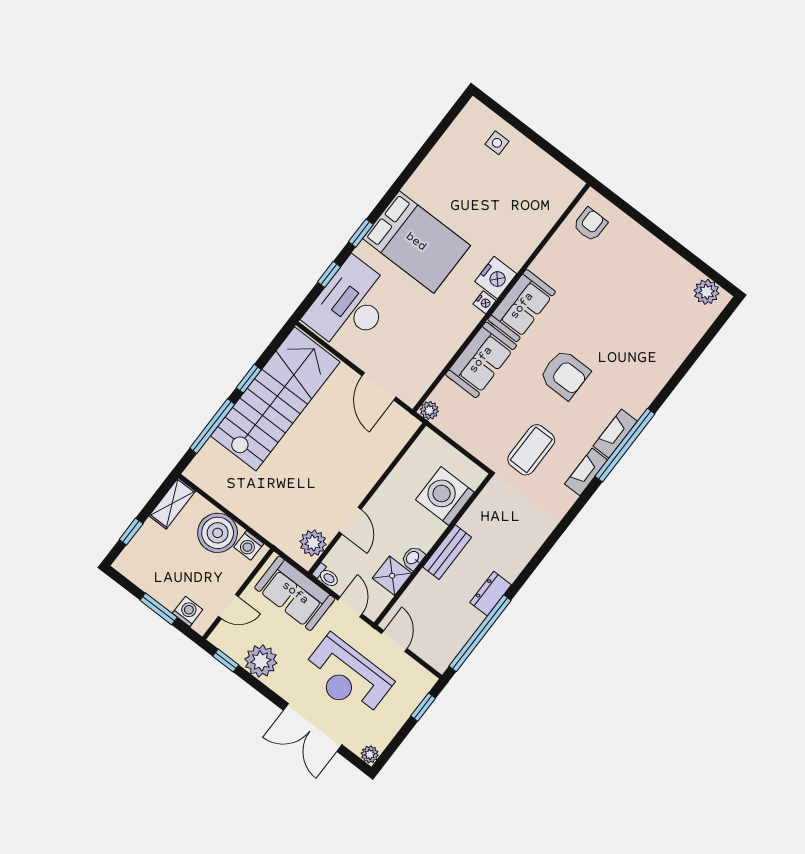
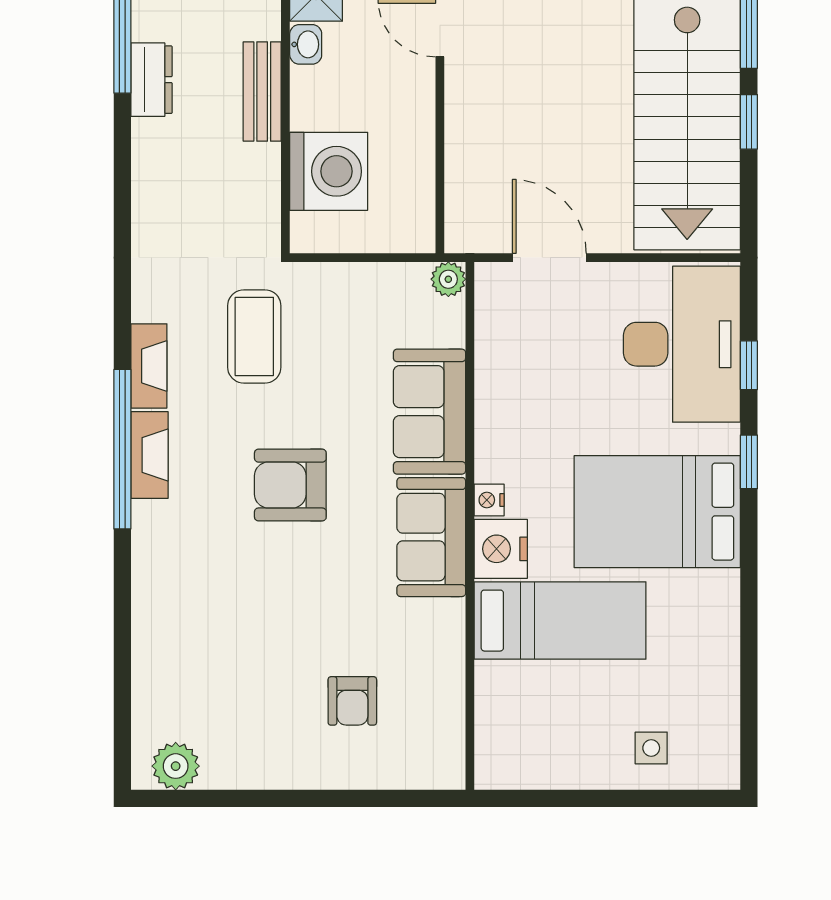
armchair: (590, 224) -> (352, 701), moved
bed: (494, 227) -> (560, 621), added

